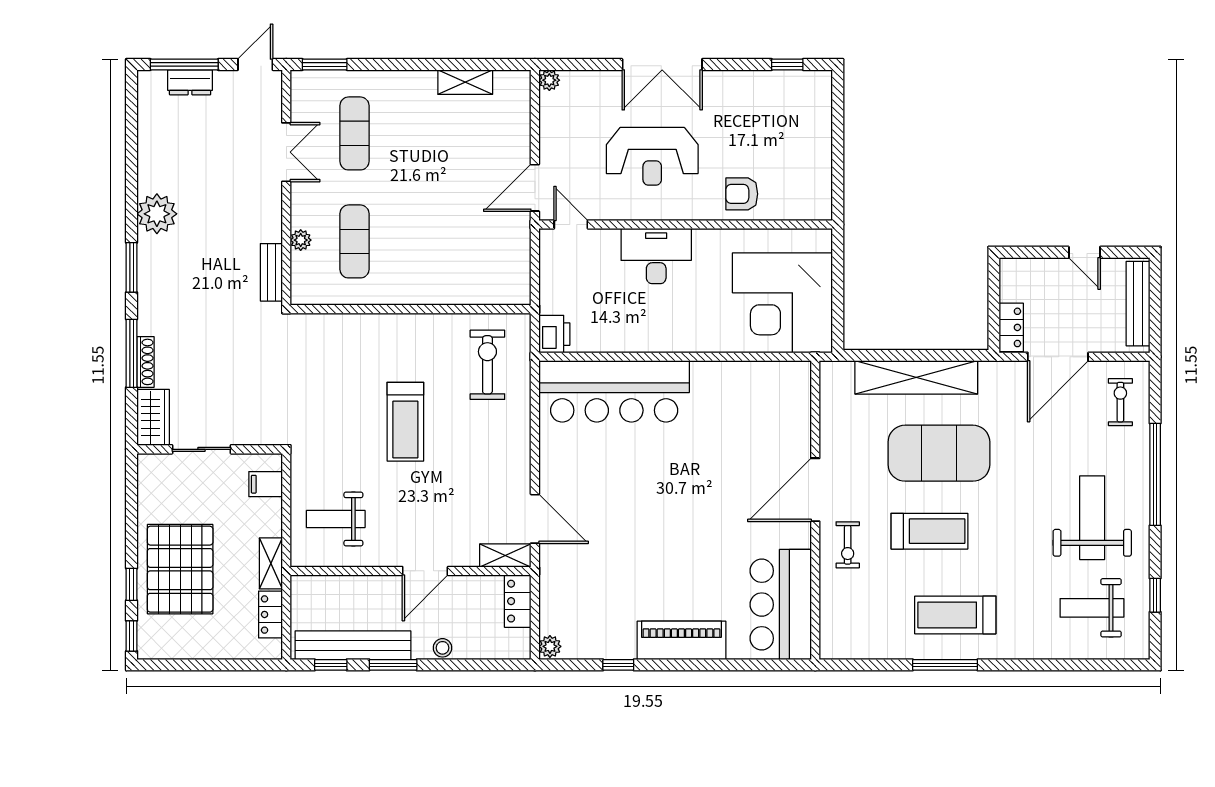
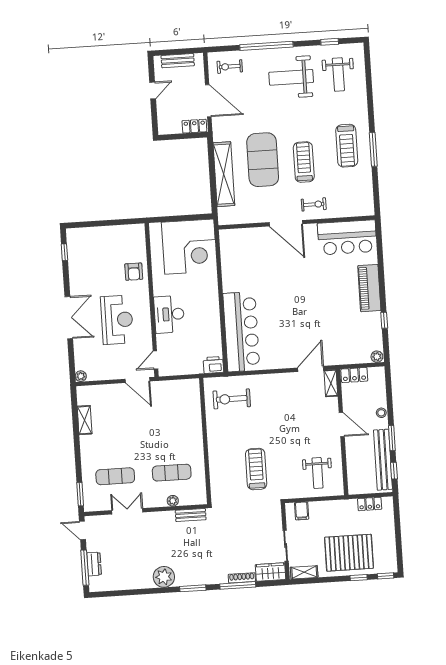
bench: (1138, 304) -> (178, 61), width x0.73
treadmill: (405, 422) -> (256, 469), moved, turned -90
shelving: (271, 563) -> (304, 572), moved

